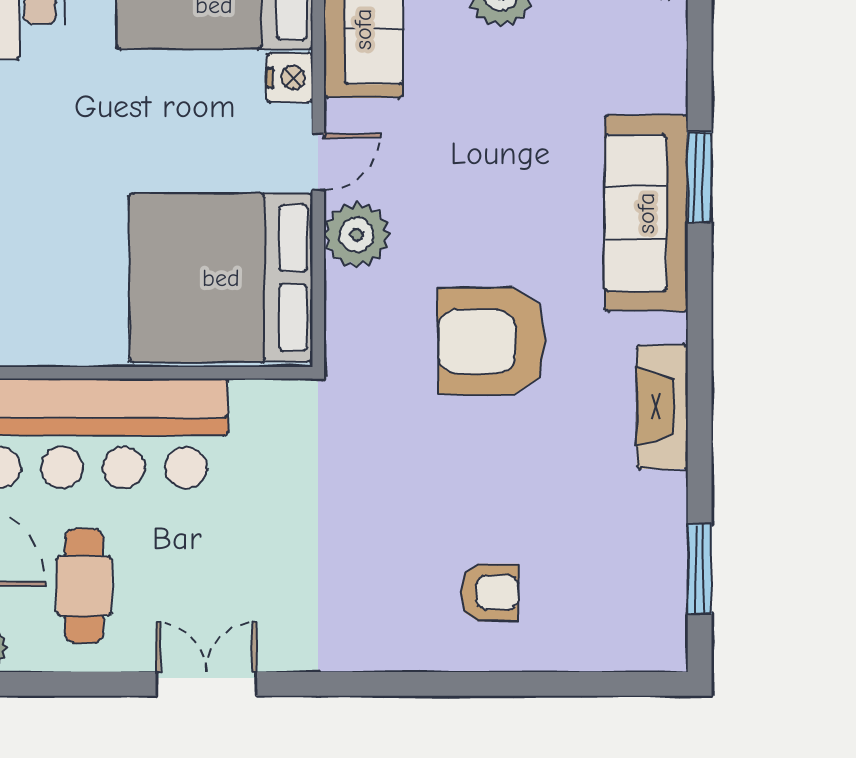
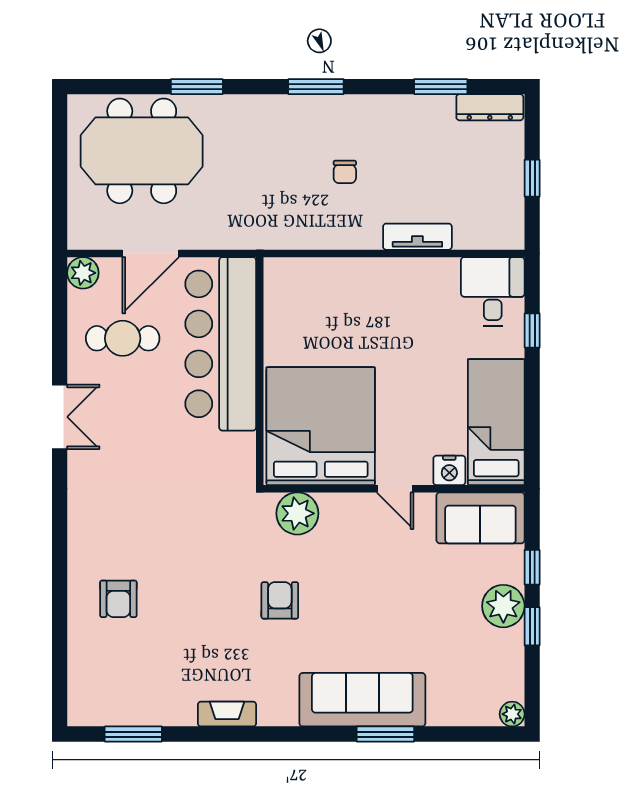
plant: (357, 235) -> (297, 513), moved
armchair: (492, 341) -> (280, 600), width x0.53, depth x0.53
fireplace: (662, 407) -> (227, 714), width x0.73, depth x0.76

